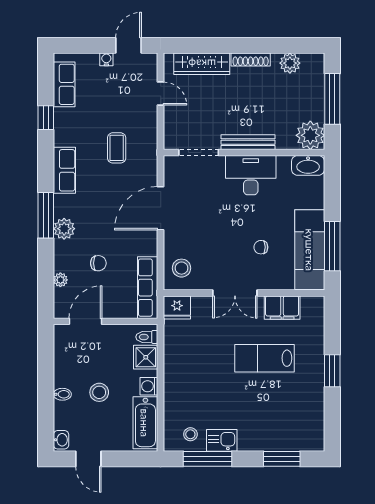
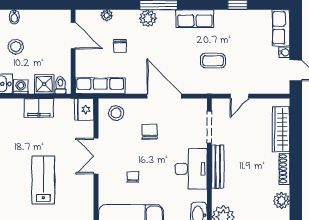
row of seats: (64, 84) -> (281, 28), moved, turned 90
door: (161, 94) -> (240, 96), moved
chair: (204, 226) -> (150, 132), added
filing cabinet: (282, 308) -> (39, 108), moved, turned -90

